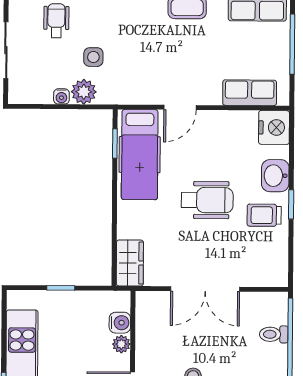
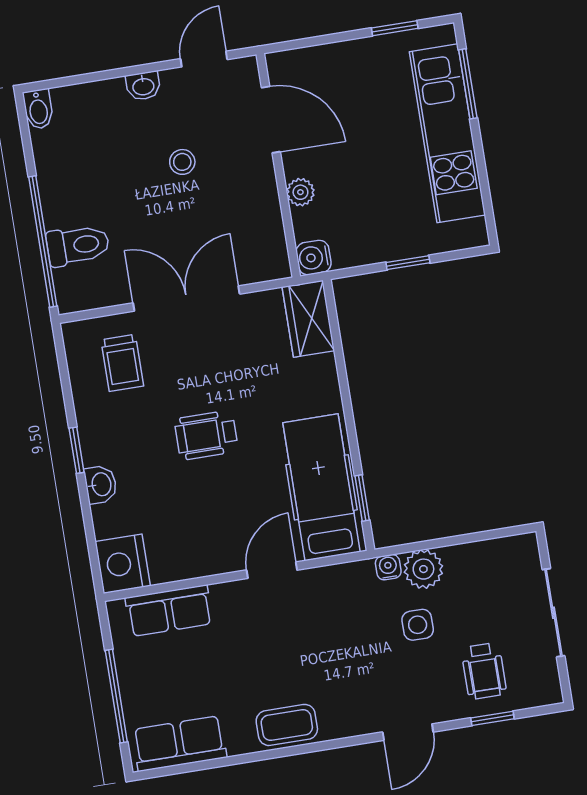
water cooler: (61, 96) -> (388, 567), moved
washbasin: (275, 176) -> (101, 484), width x0.72, depth x0.69
wheelchair: (207, 200) -> (206, 435), width x0.73, depth x0.73
trolley: (264, 215) -> (122, 363), moved, turned 90
water cooler: (120, 323) -> (314, 258), moved
toilet: (274, 334) -> (78, 245), width x1.37, depth x1.39

